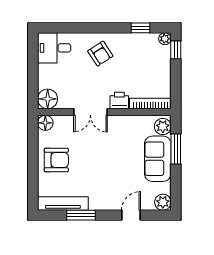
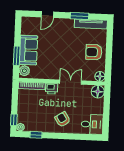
plant: (163, 202) -> (26, 22), removed

